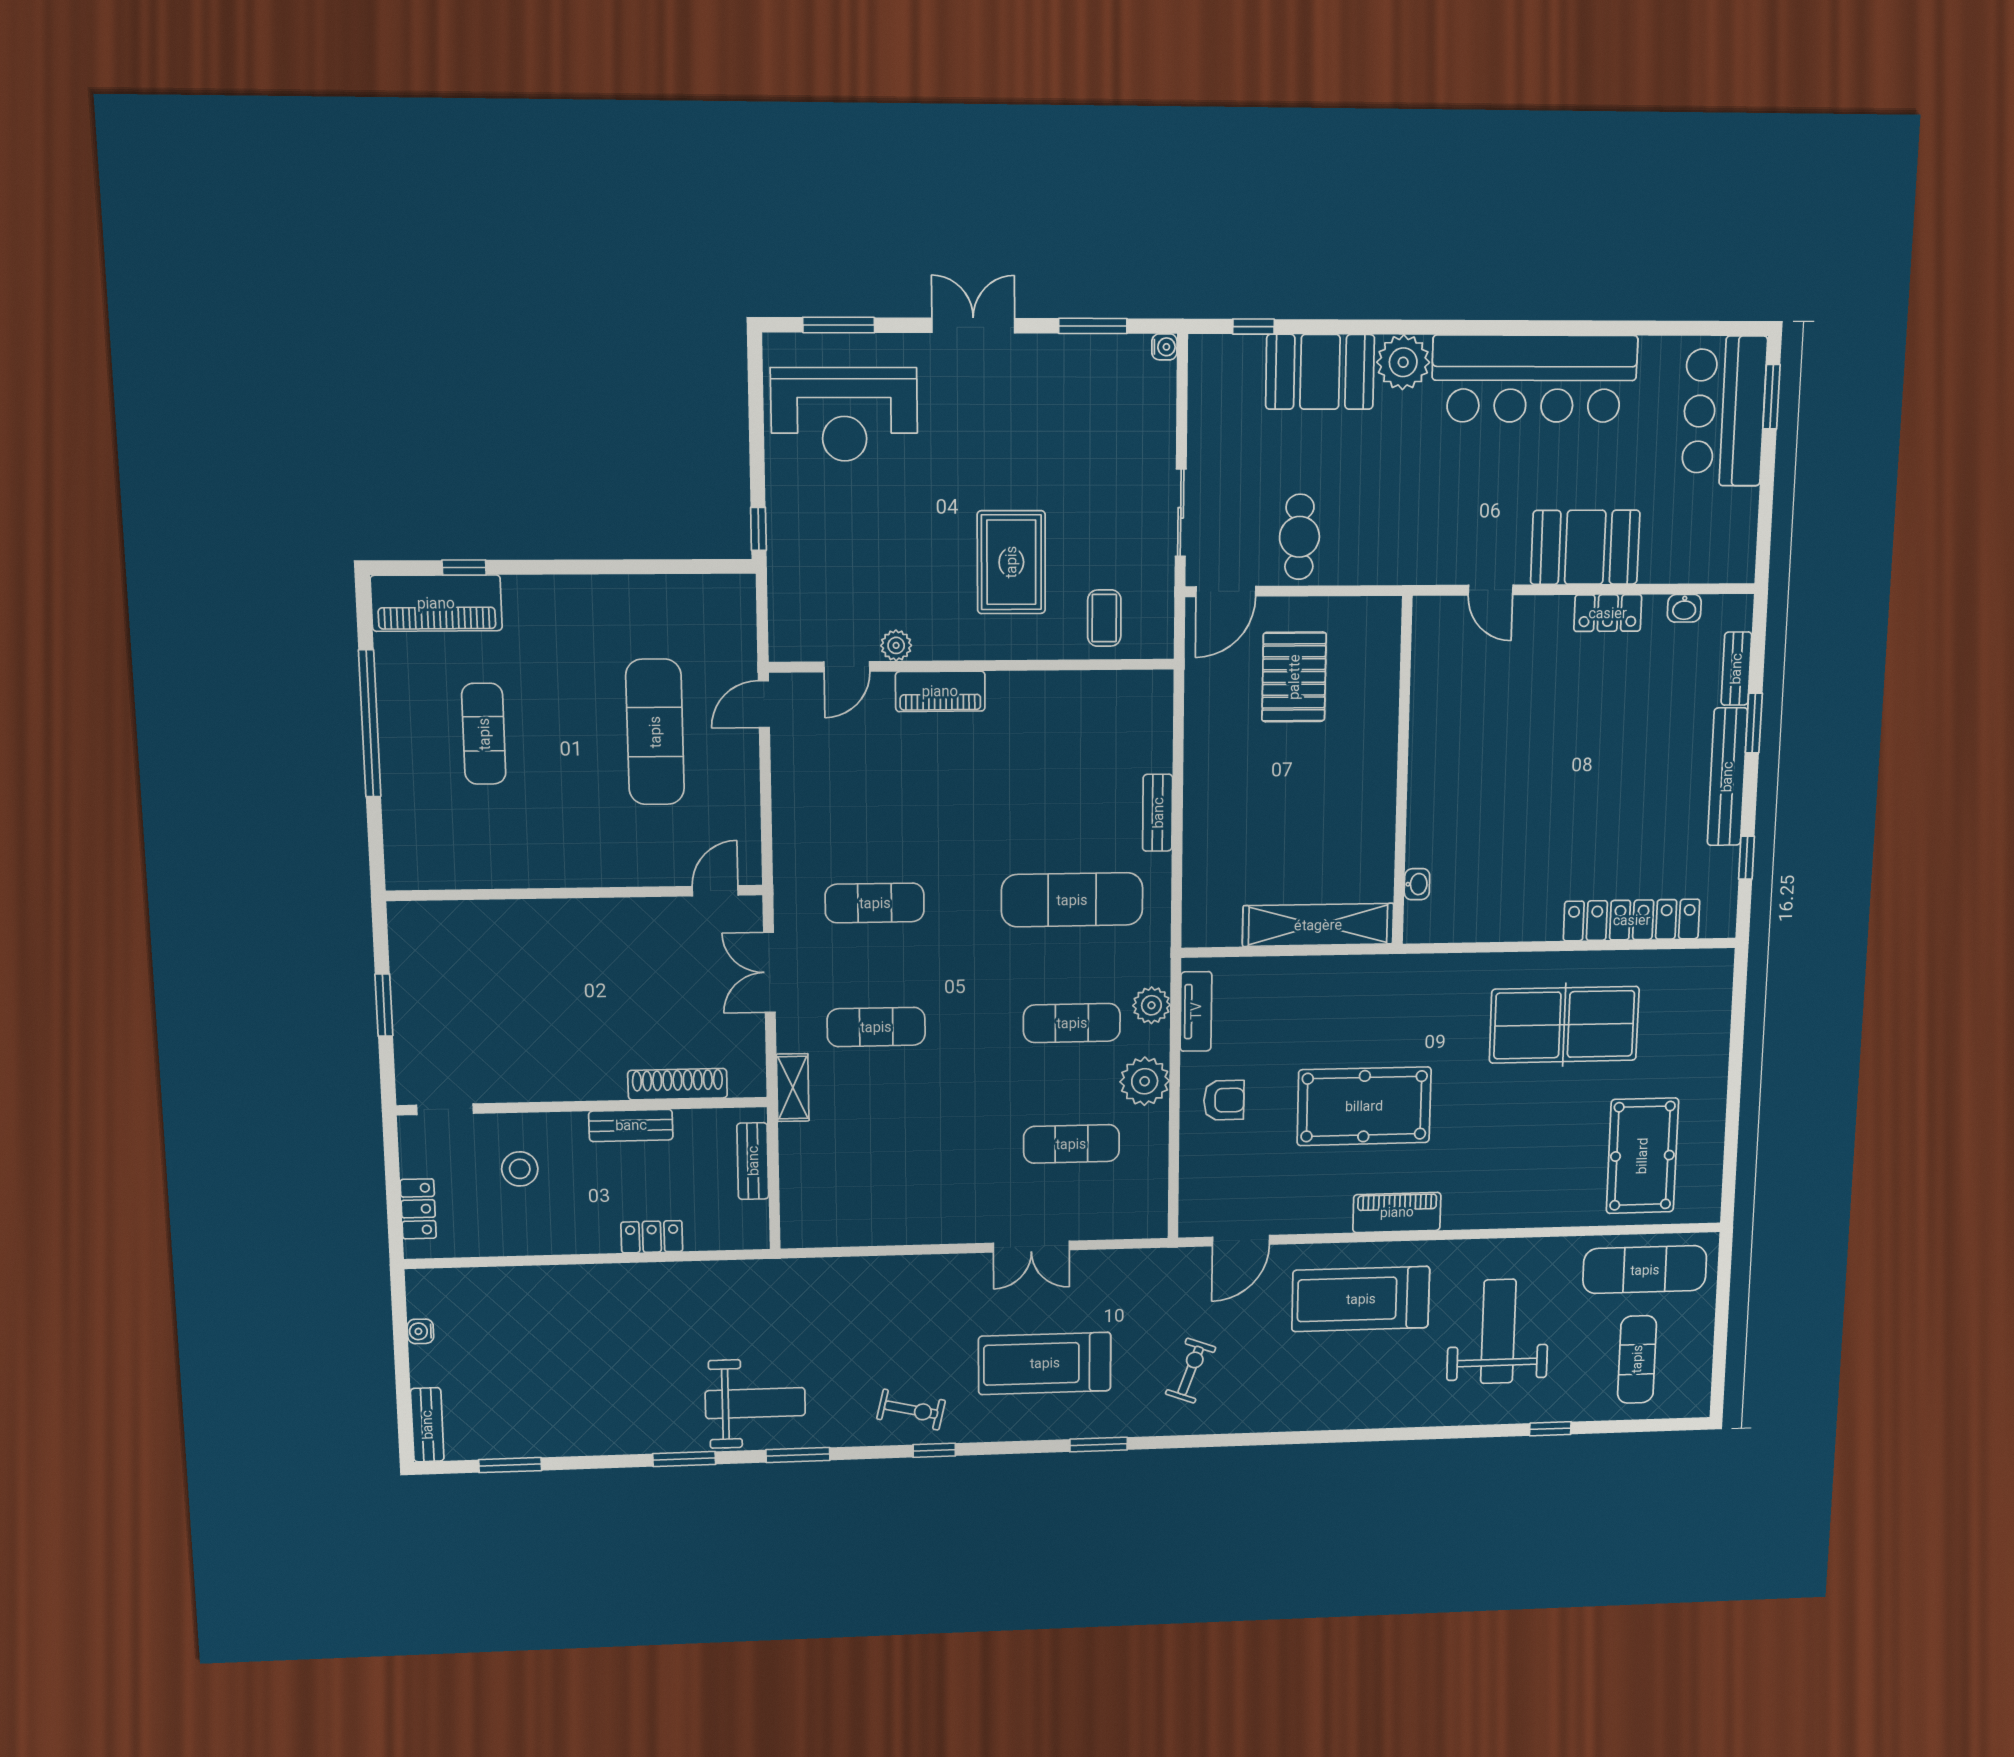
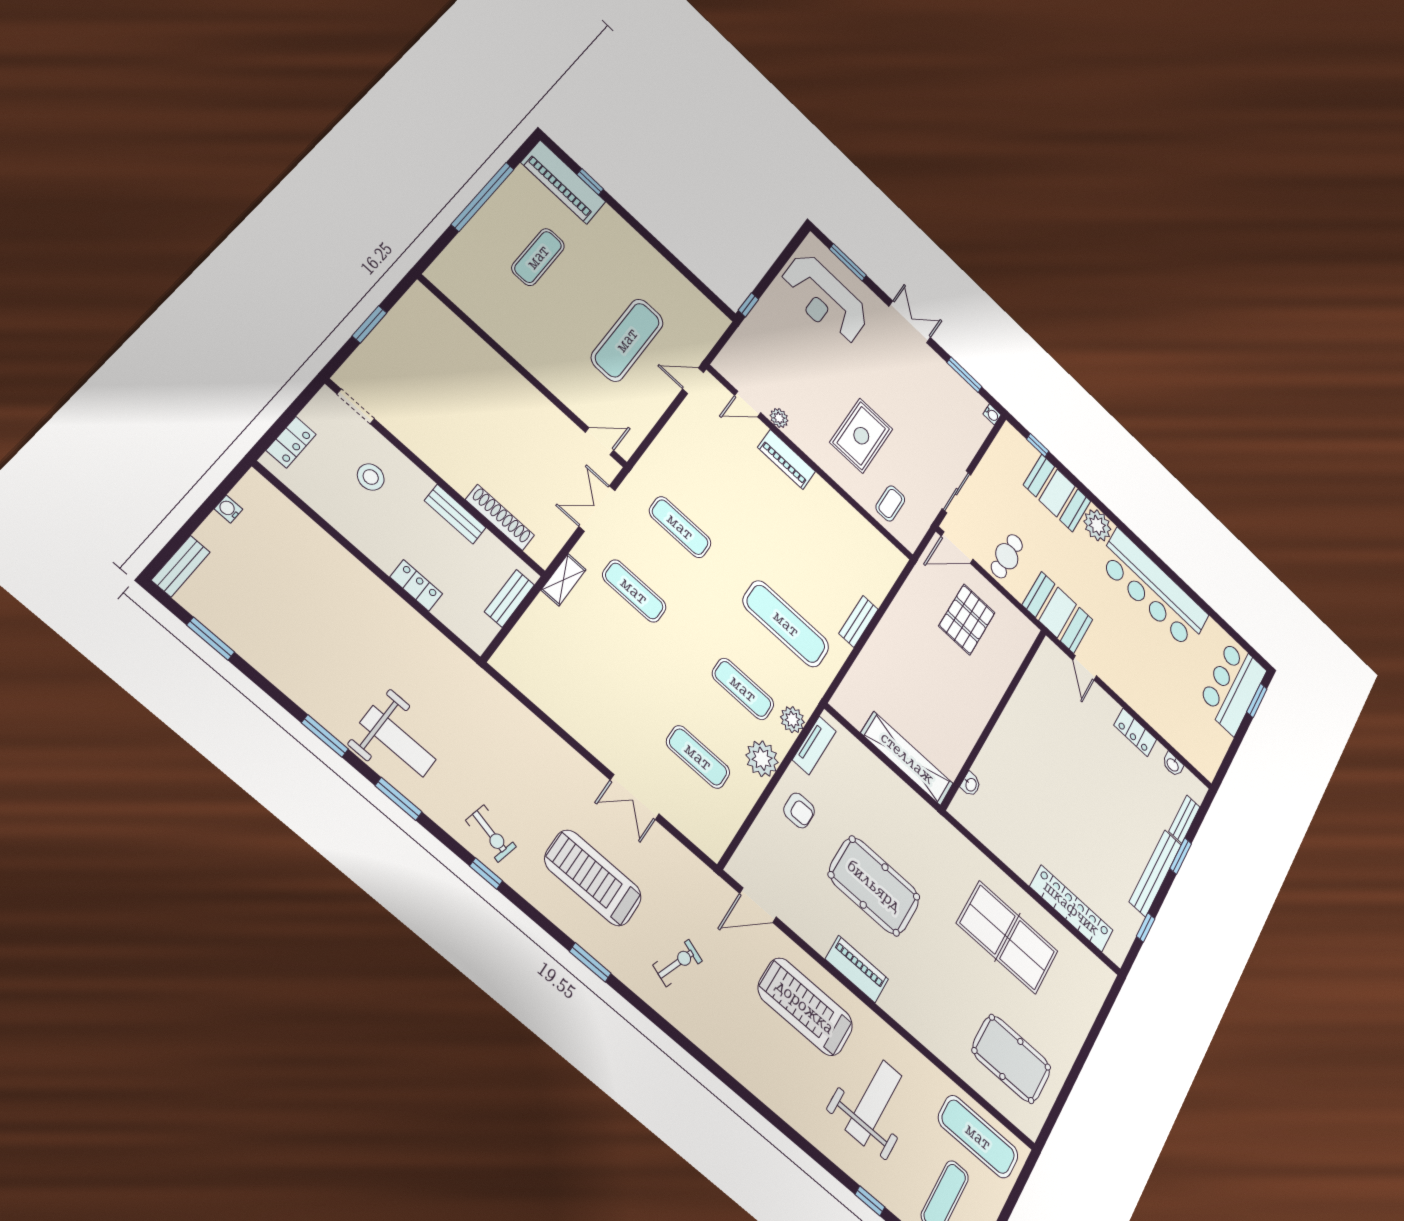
booth: (1585, 547) -> (1058, 612), moved
pool table: (1642, 1156) -> (1011, 1059), turned 90

